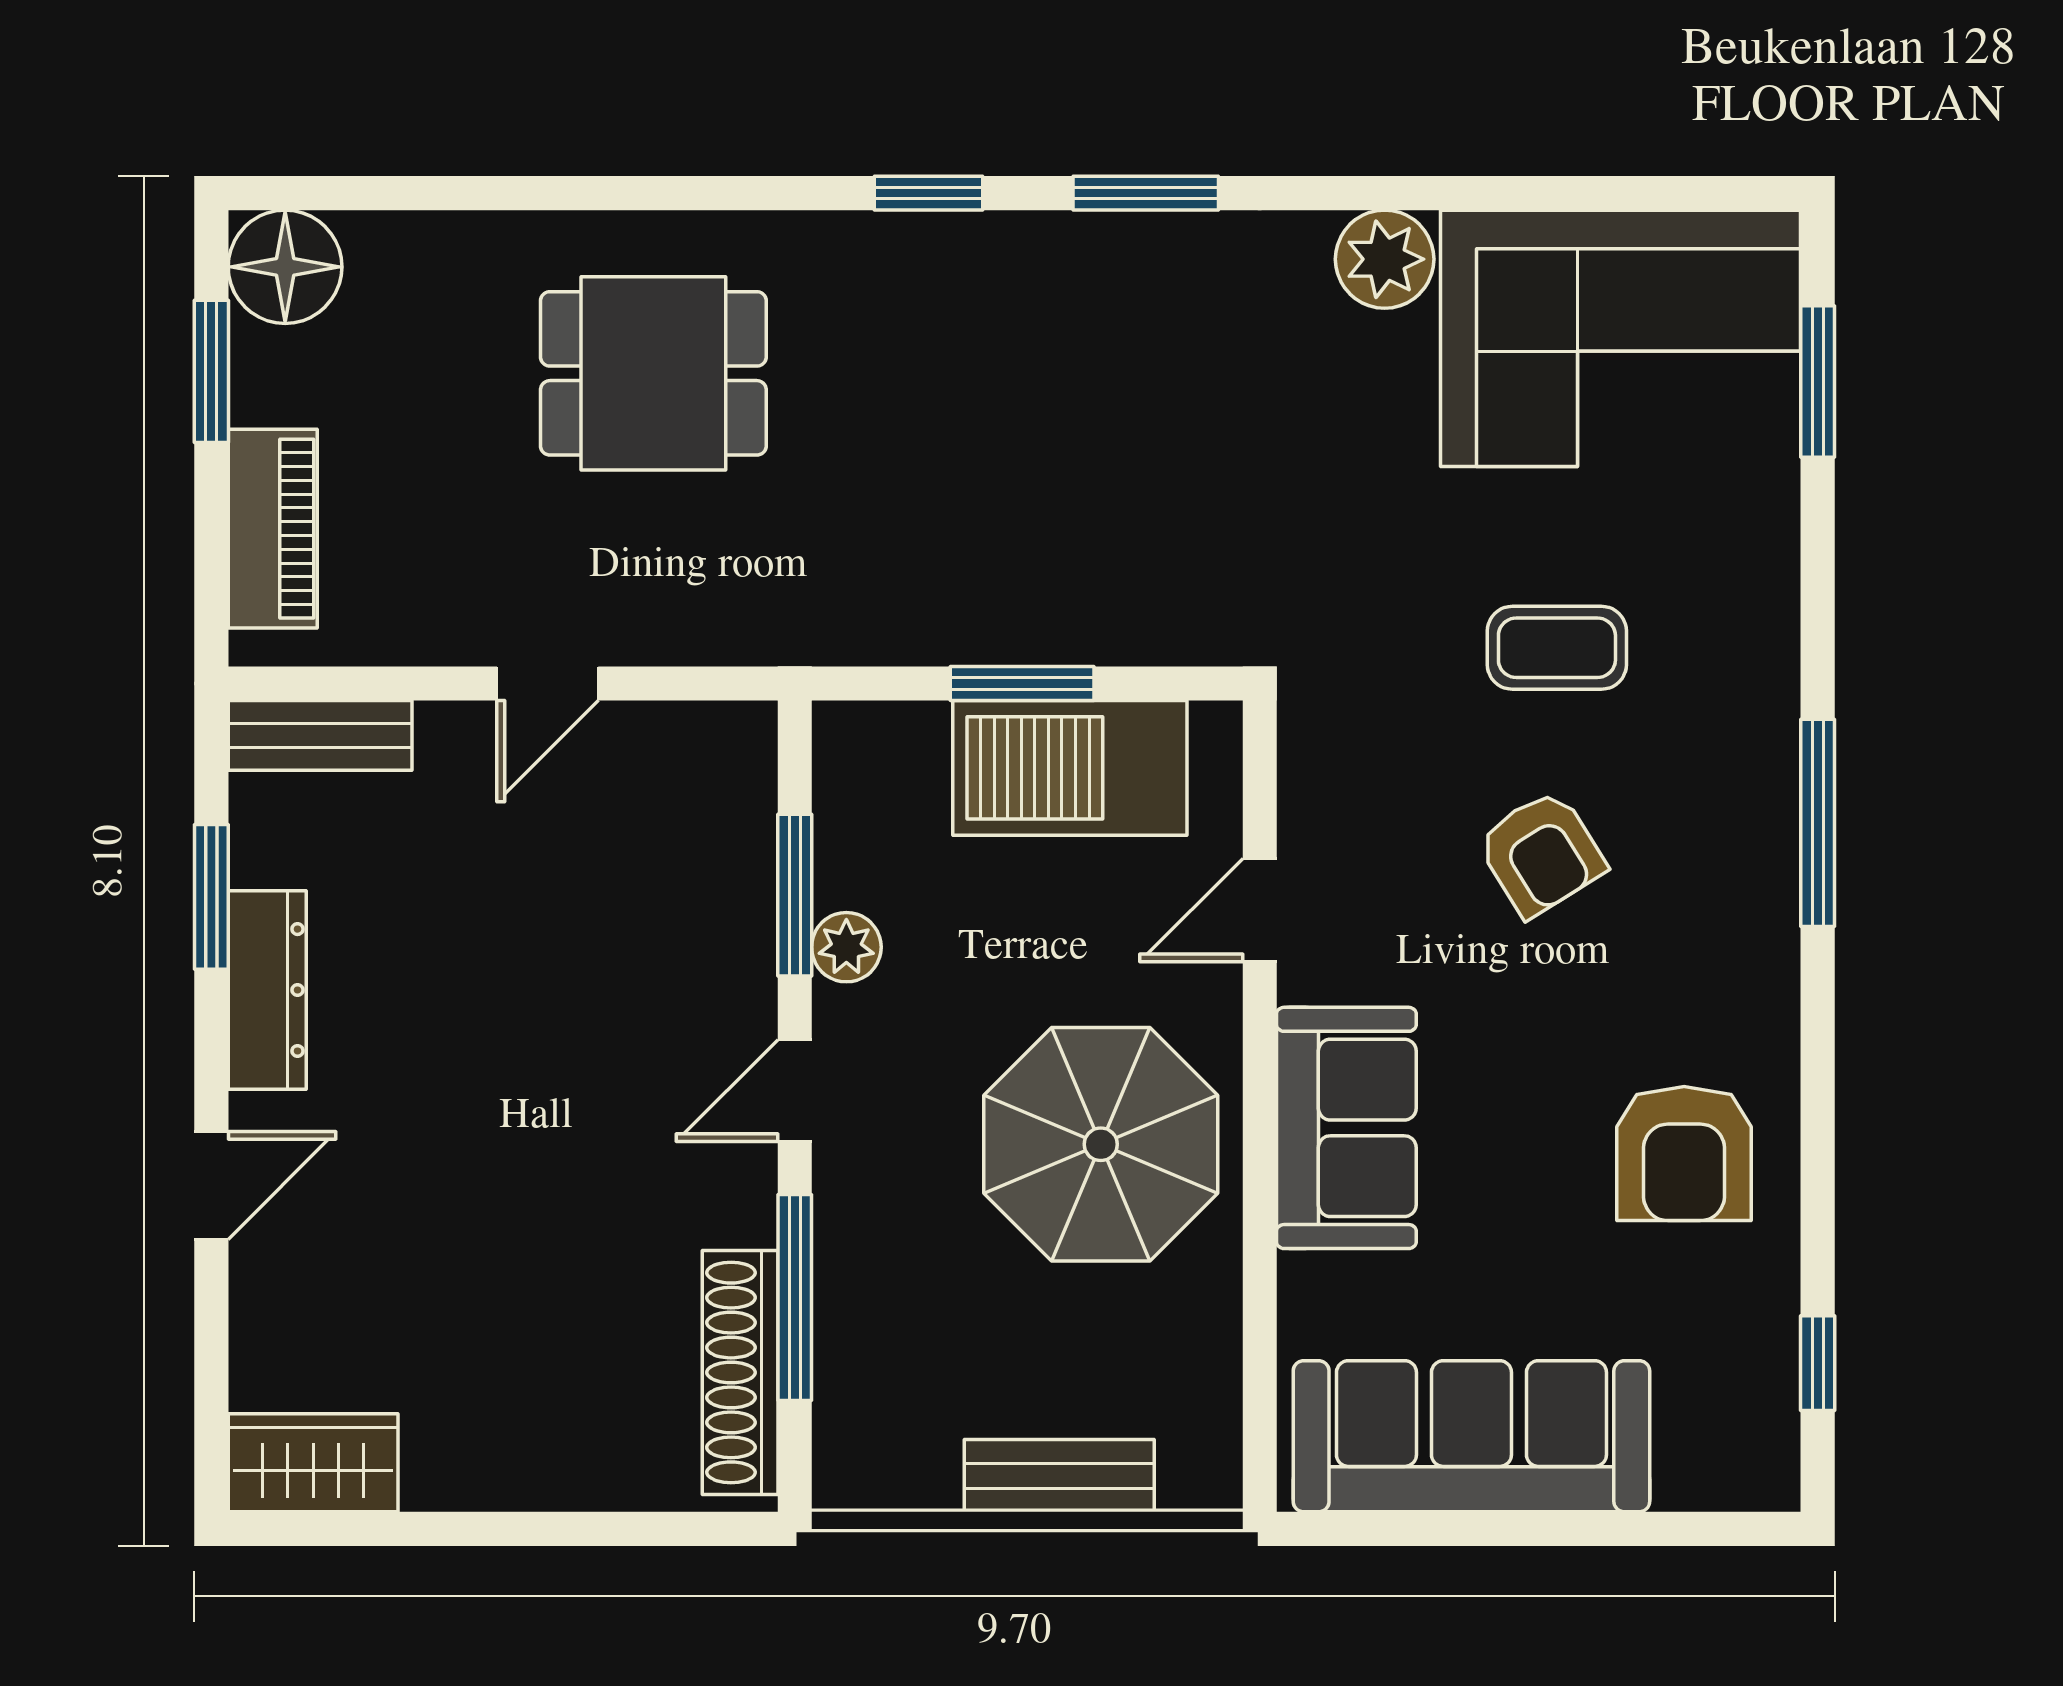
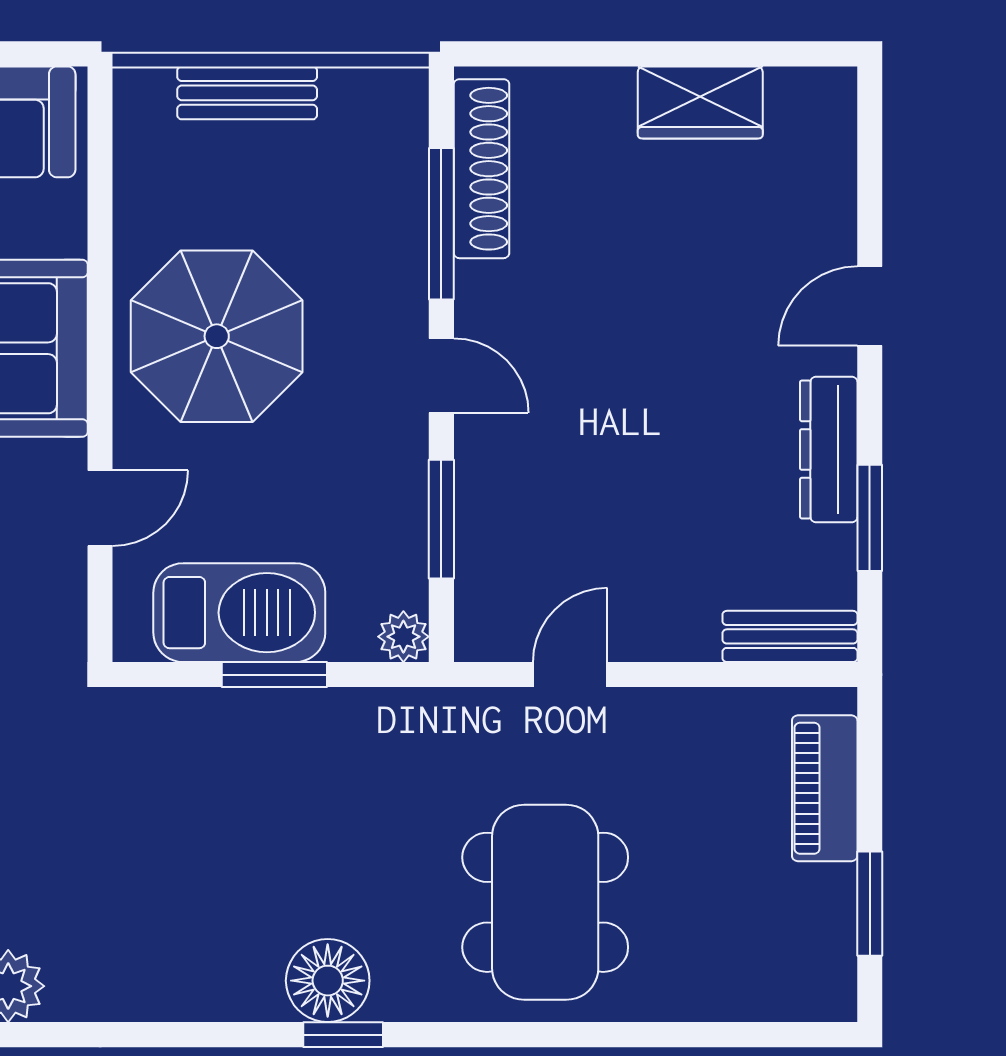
window: (1146, 193) -> (184, 1035), removed
floor lamp: (285, 267) -> (328, 981), moved
dining table: (653, 373) -> (545, 902), width x1.38
door: (548, 683) -> (570, 675), moved
plant: (846, 947) -> (403, 637), moved
door: (795, 1091) -> (441, 376), hinge flipped
wardrobe: (313, 1463) -> (700, 102), moved

